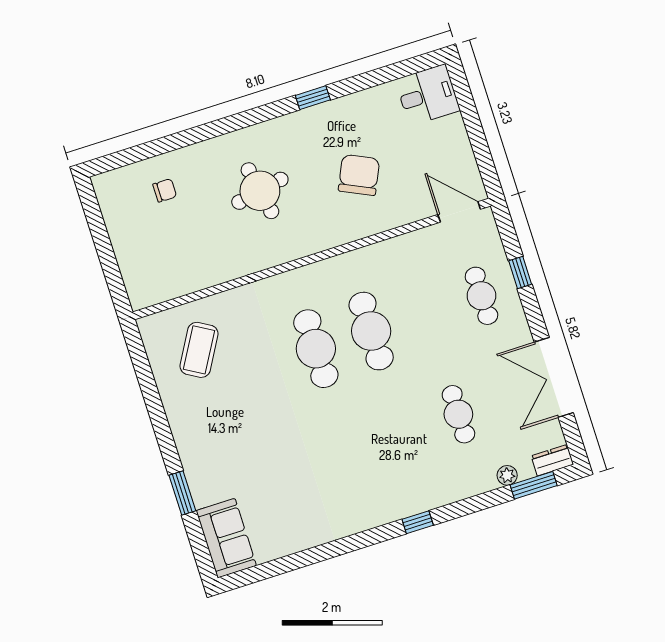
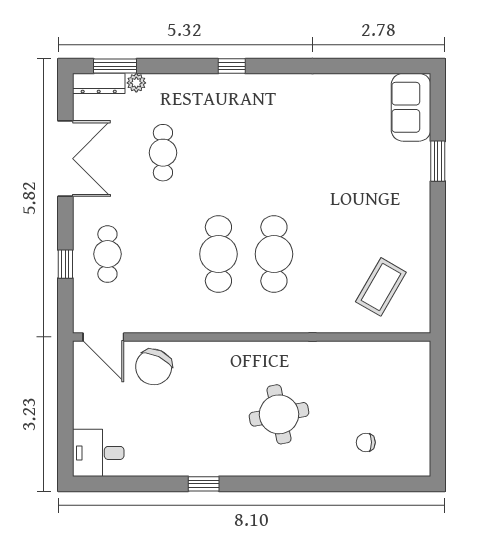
chair: (359, 175) -> (154, 367), moved
dresser: (552, 460) -> (99, 83), width x1.44

